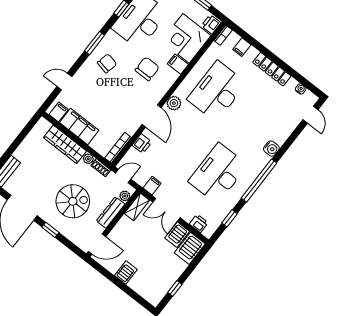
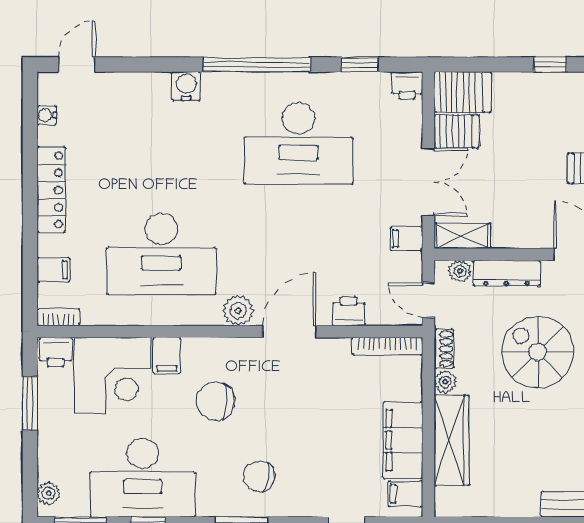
printer: (199, 223) -> (407, 86), moved, turned -90

